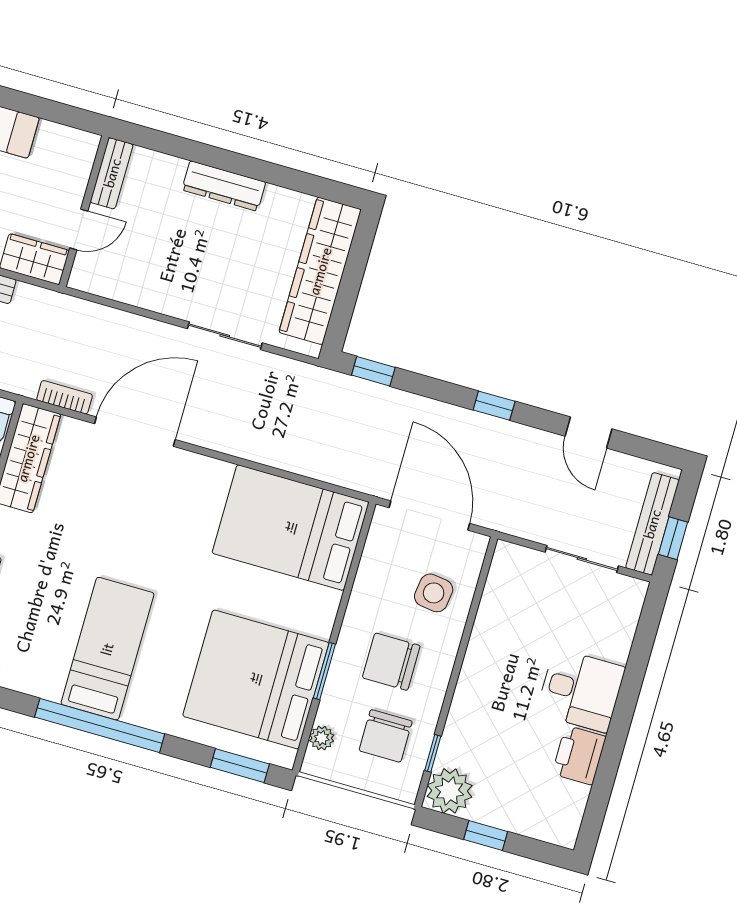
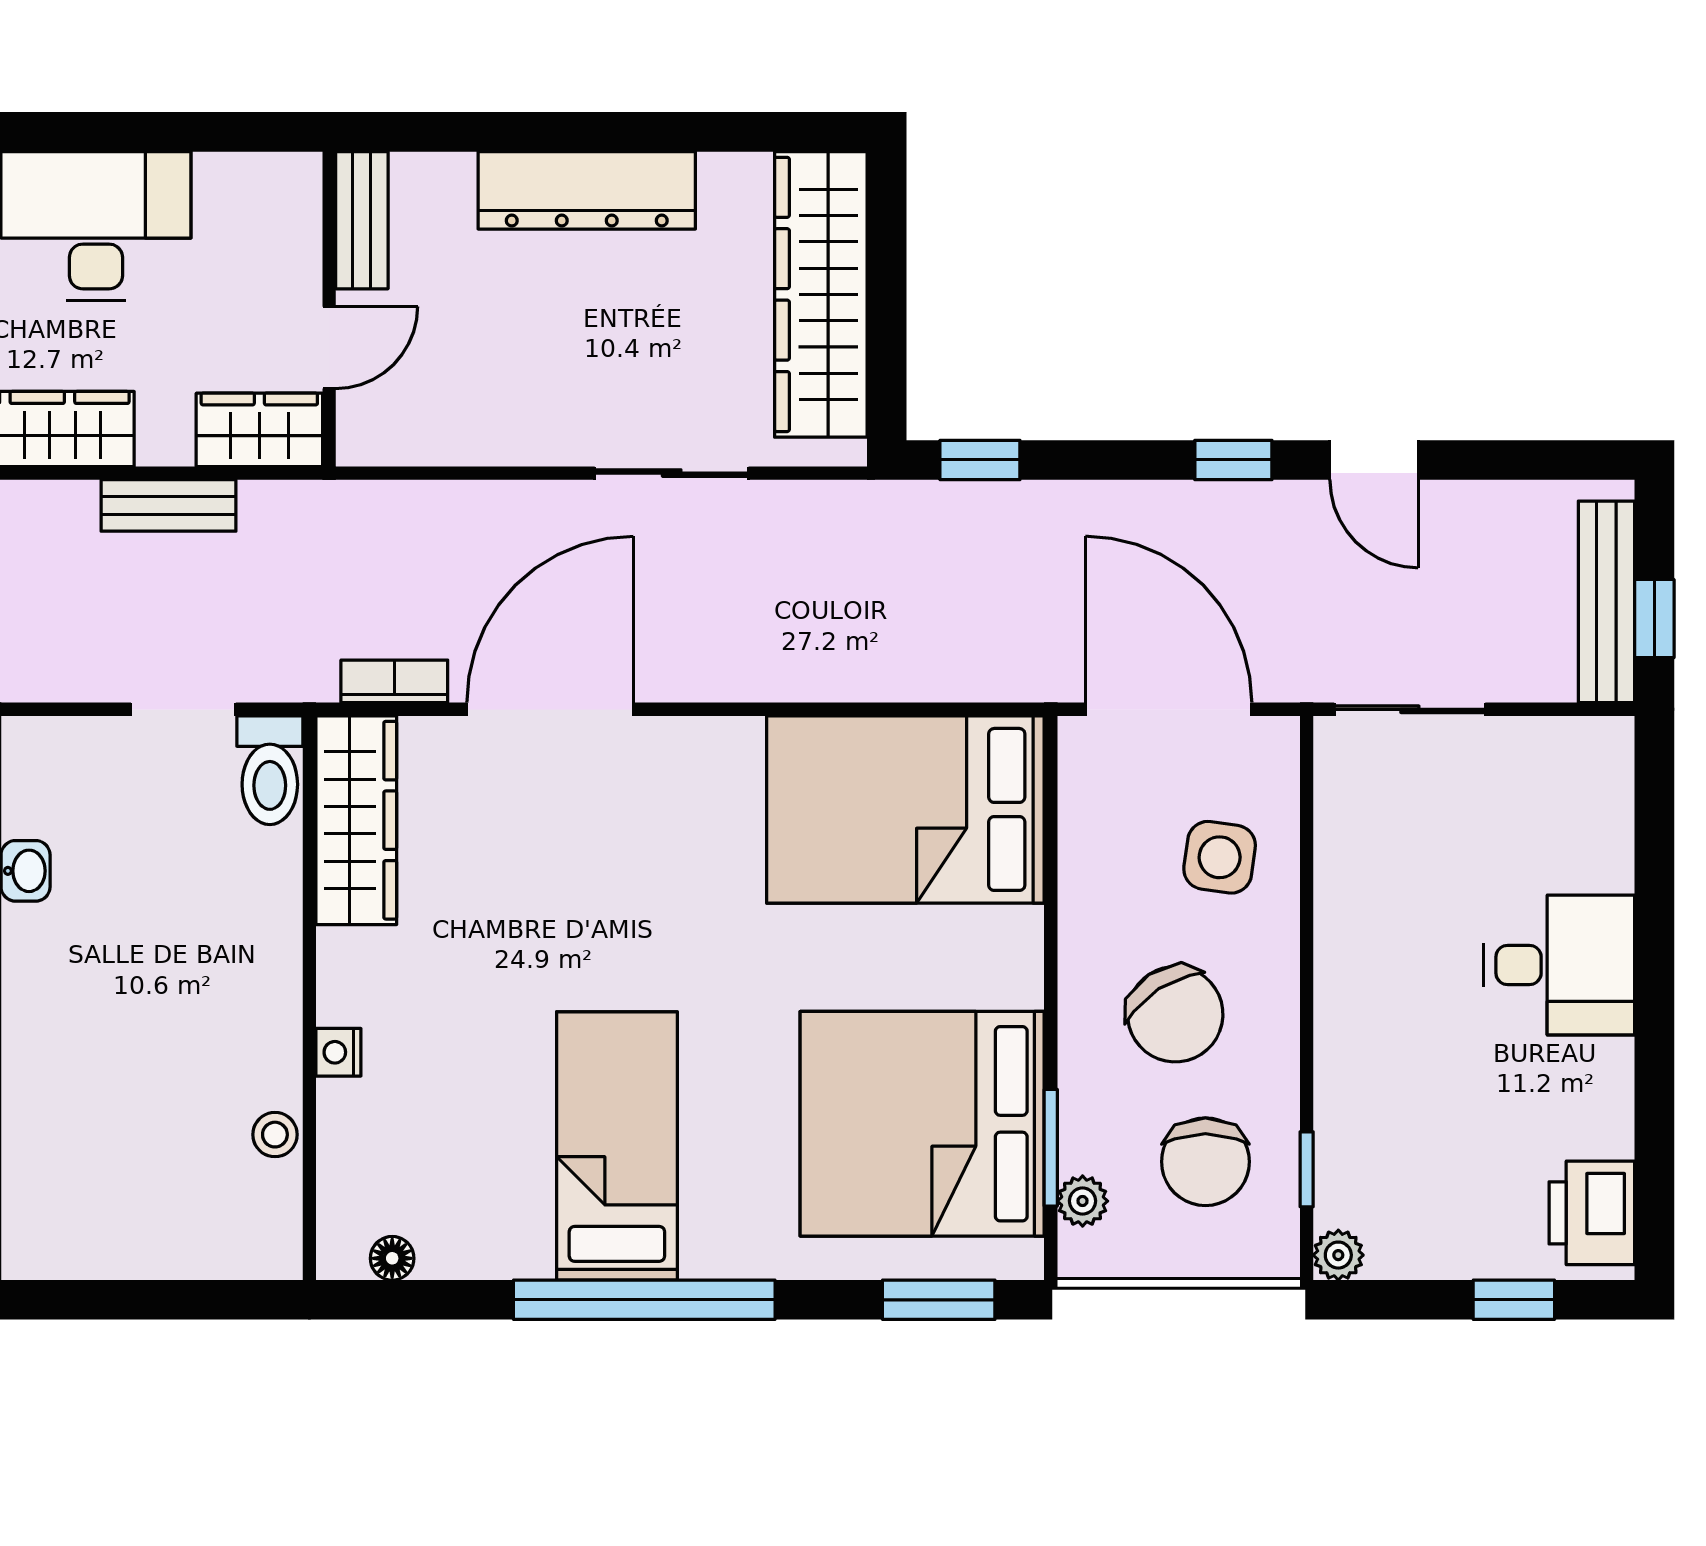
dresser: (224, 186) -> (587, 190), width x1.37, depth x1.24
door: (588, 433) -> (1374, 460), moved
sliding door: (582, 559) -> (1410, 709), moved
chair: (391, 662) -> (1175, 1014), turned -123
window: (324, 671) -> (1051, 1148), moved
printer: (579, 755) -> (1592, 1213), moved
plant: (450, 791) -> (1338, 1255), width x0.53, depth x0.53
window: (486, 836) -> (1514, 1300), moved

